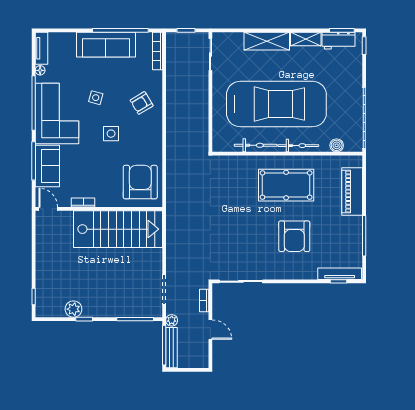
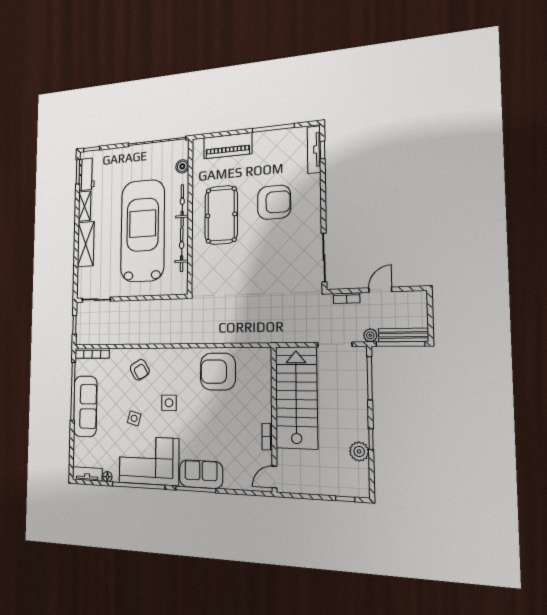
bookcase: (83, 202) -> (267, 437), moved
door: (48, 209) -> (274, 477), moved
wall: (99, 209) -> (274, 419), moved
stairs: (118, 229) -> (296, 397), moved

